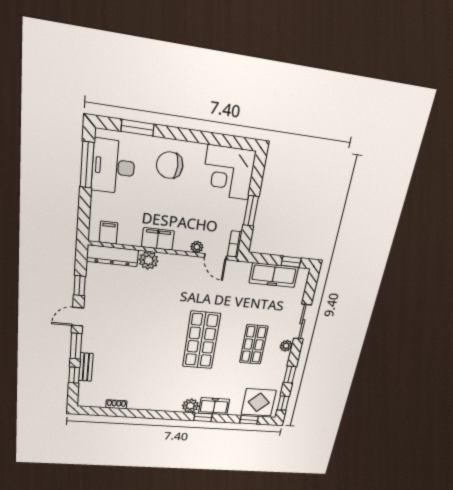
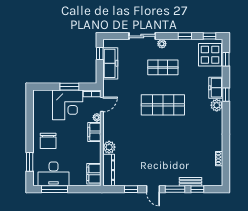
corner desk: (228, 173) -> (68, 105), moved
filing cabinet: (108, 233) -> (94, 174), width x2.00
filing cabinet: (158, 239) -> (94, 132), moved

